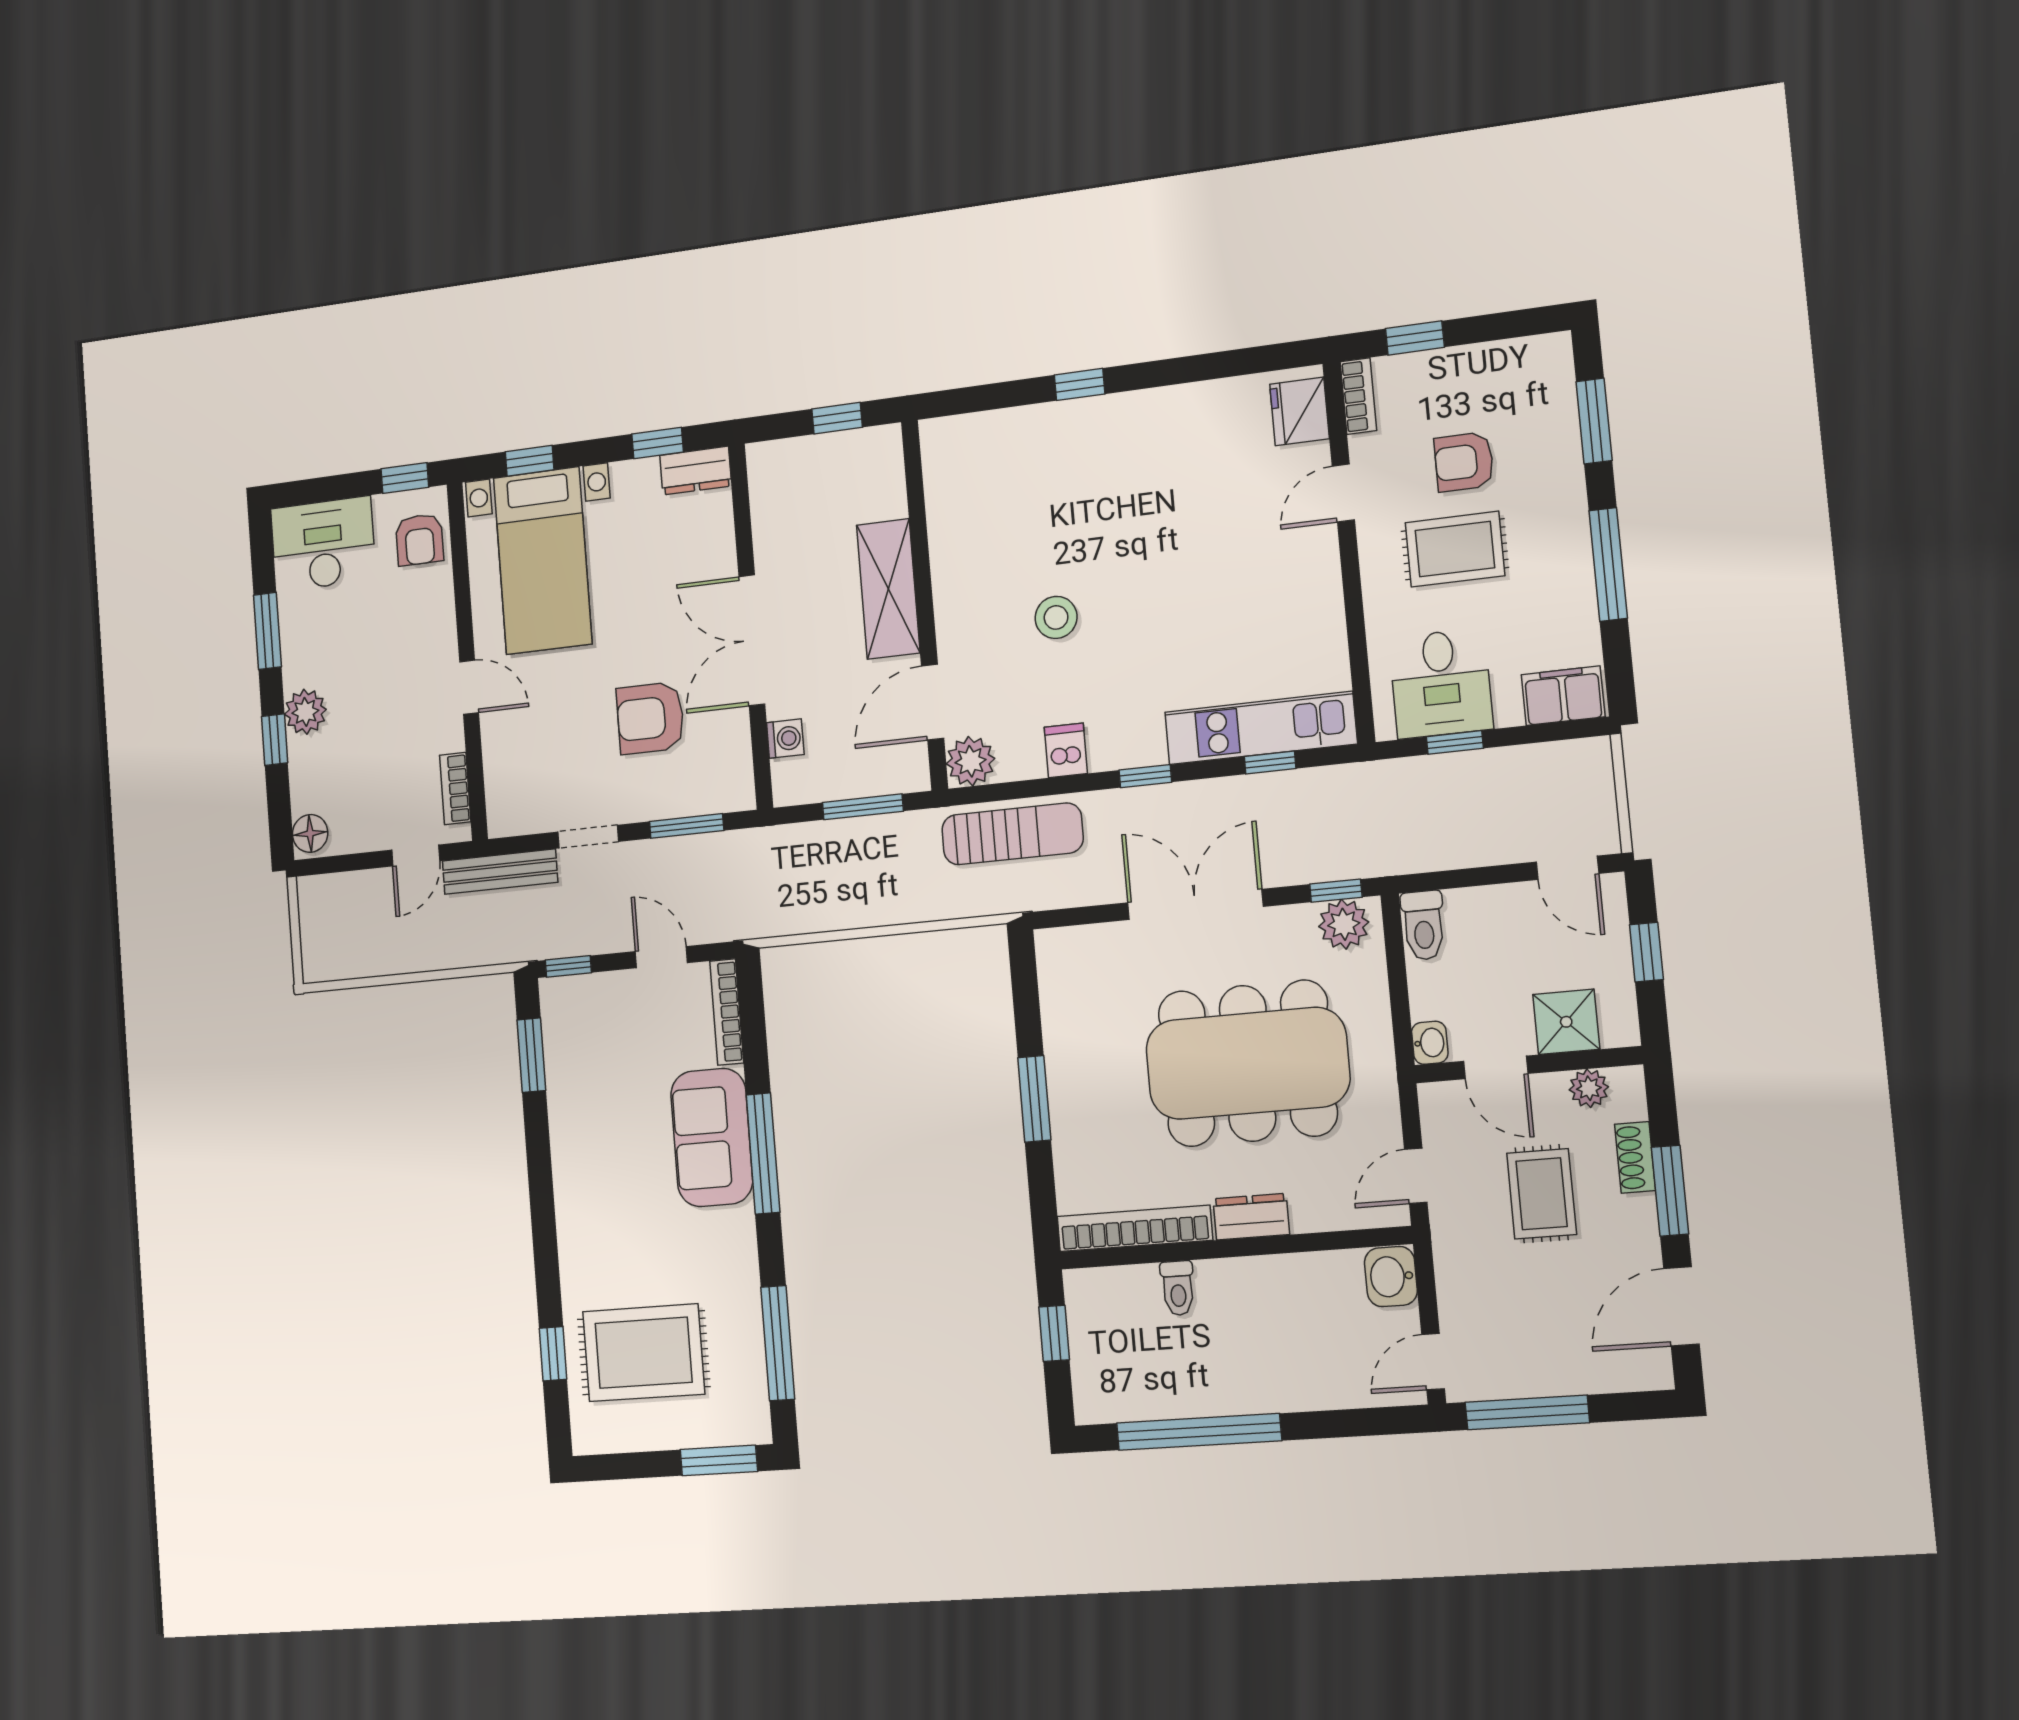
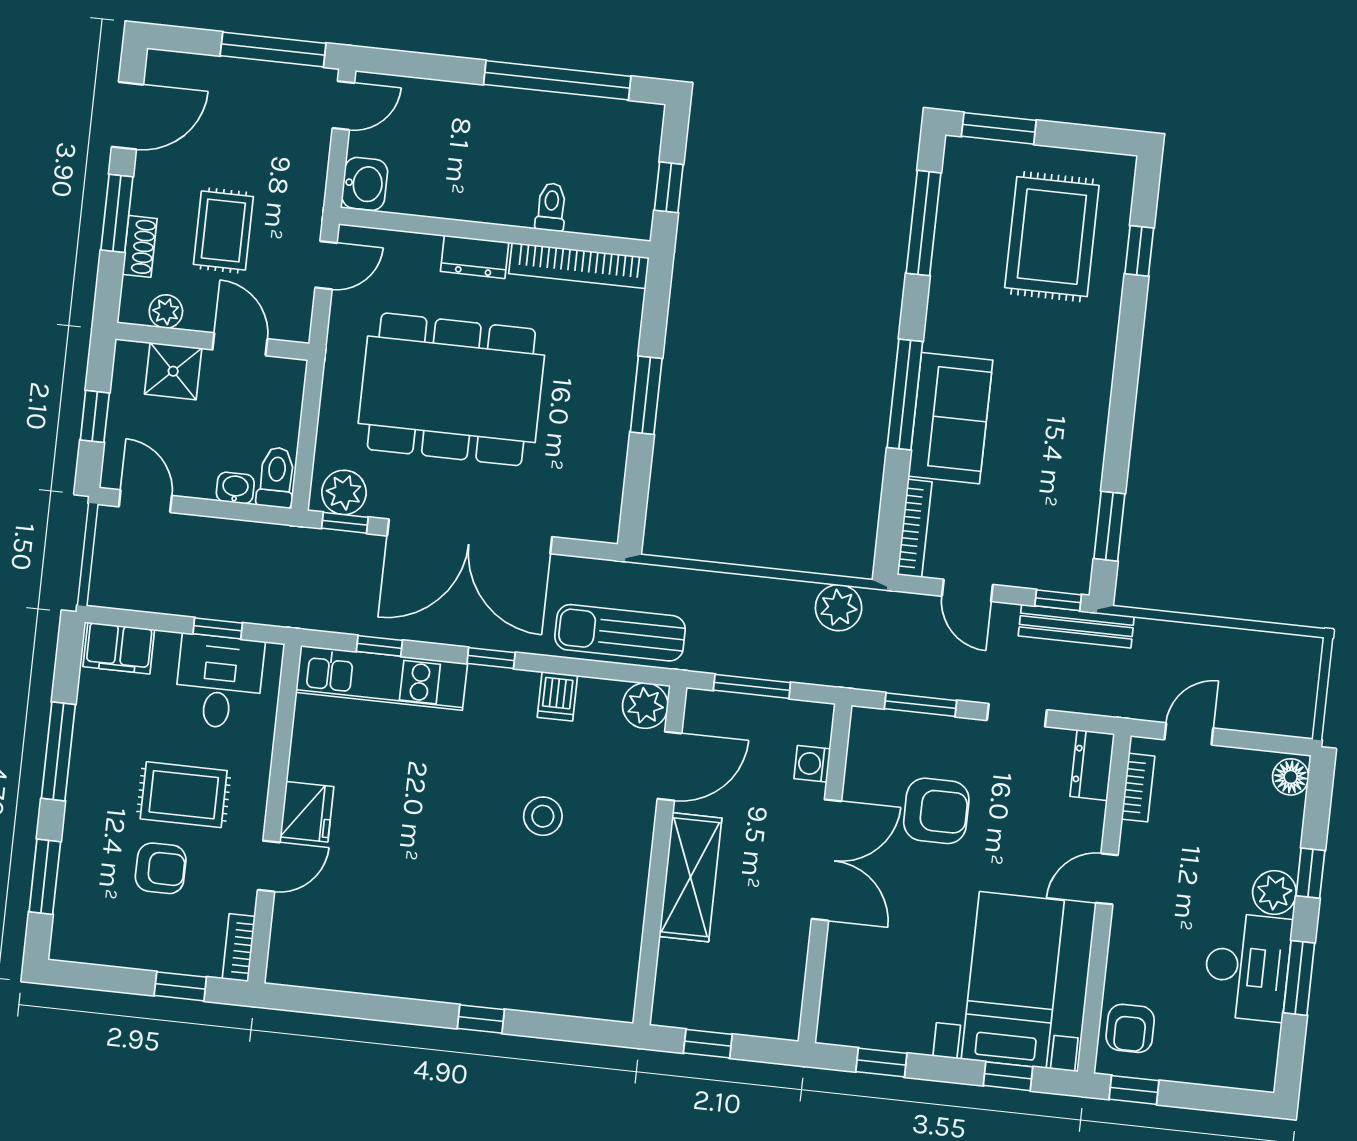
fridge: (1299, 411) -> (307, 812), moved
dresser: (696, 471) -> (1092, 765), moved, turned -90
armchair: (420, 540) -> (1130, 1028), turned 180
desk: (323, 544) -> (1247, 967), moved, turned -90
door: (469, 687) -> (1107, 879), hinge flipped
bench: (500, 872) -> (1076, 626), moved
double door: (1195, 905) -> (470, 536), width x1.36
plant: (789, 911) -> (839, 608), added
washbasin: (1430, 1043) -> (235, 488), moved, turned 90
rug: (644, 1353) -> (1052, 237), turned 90

